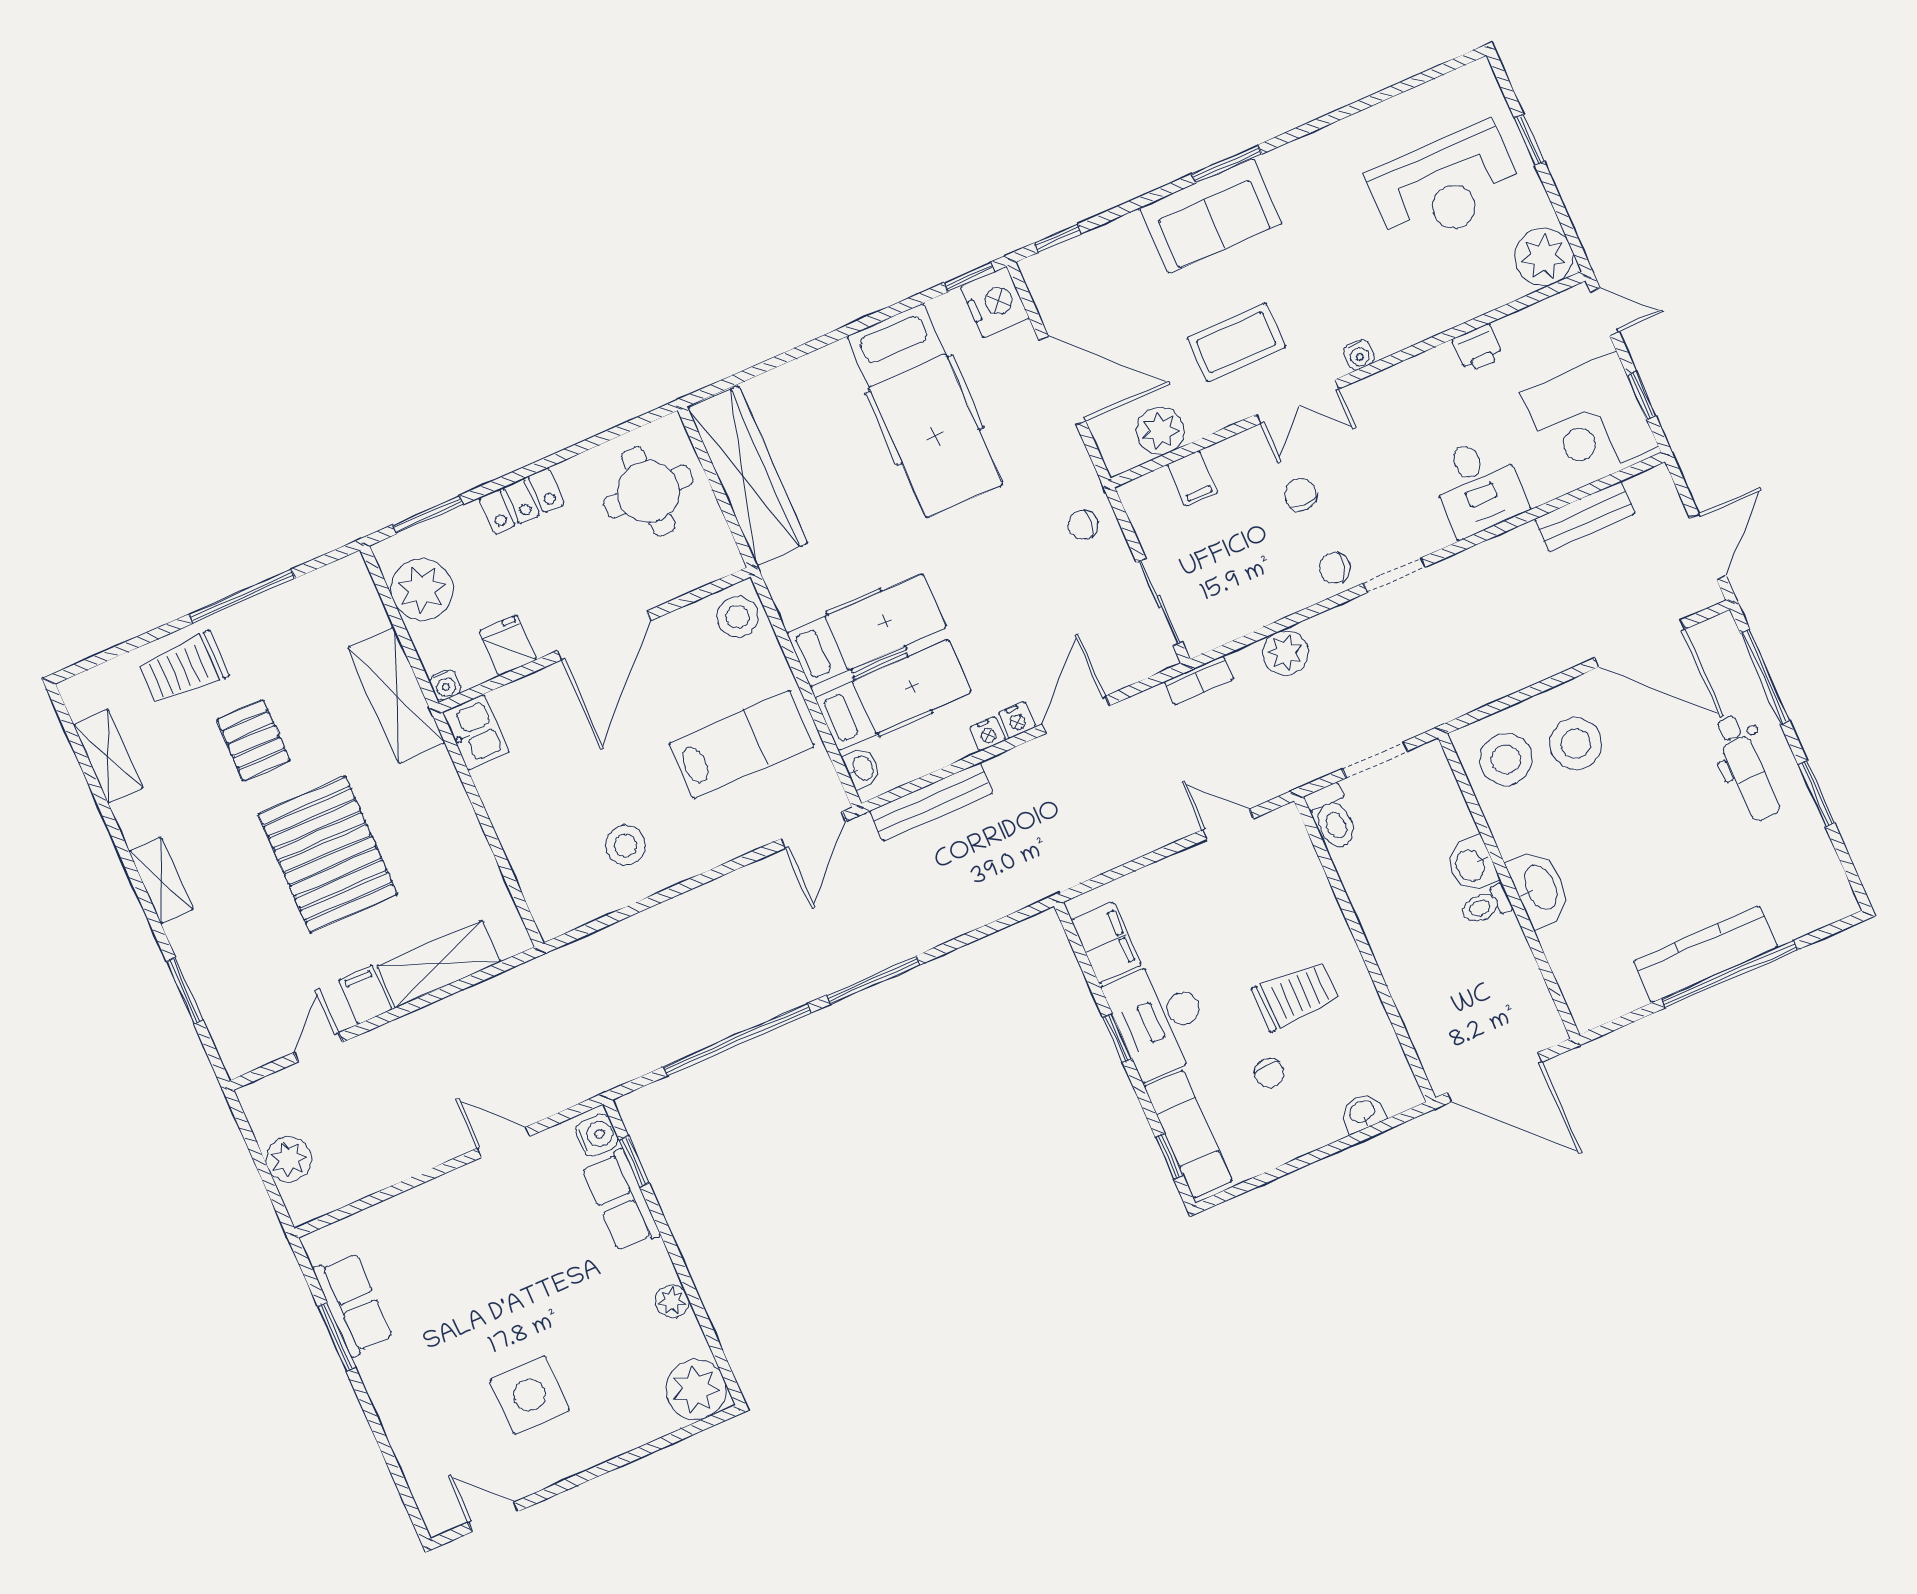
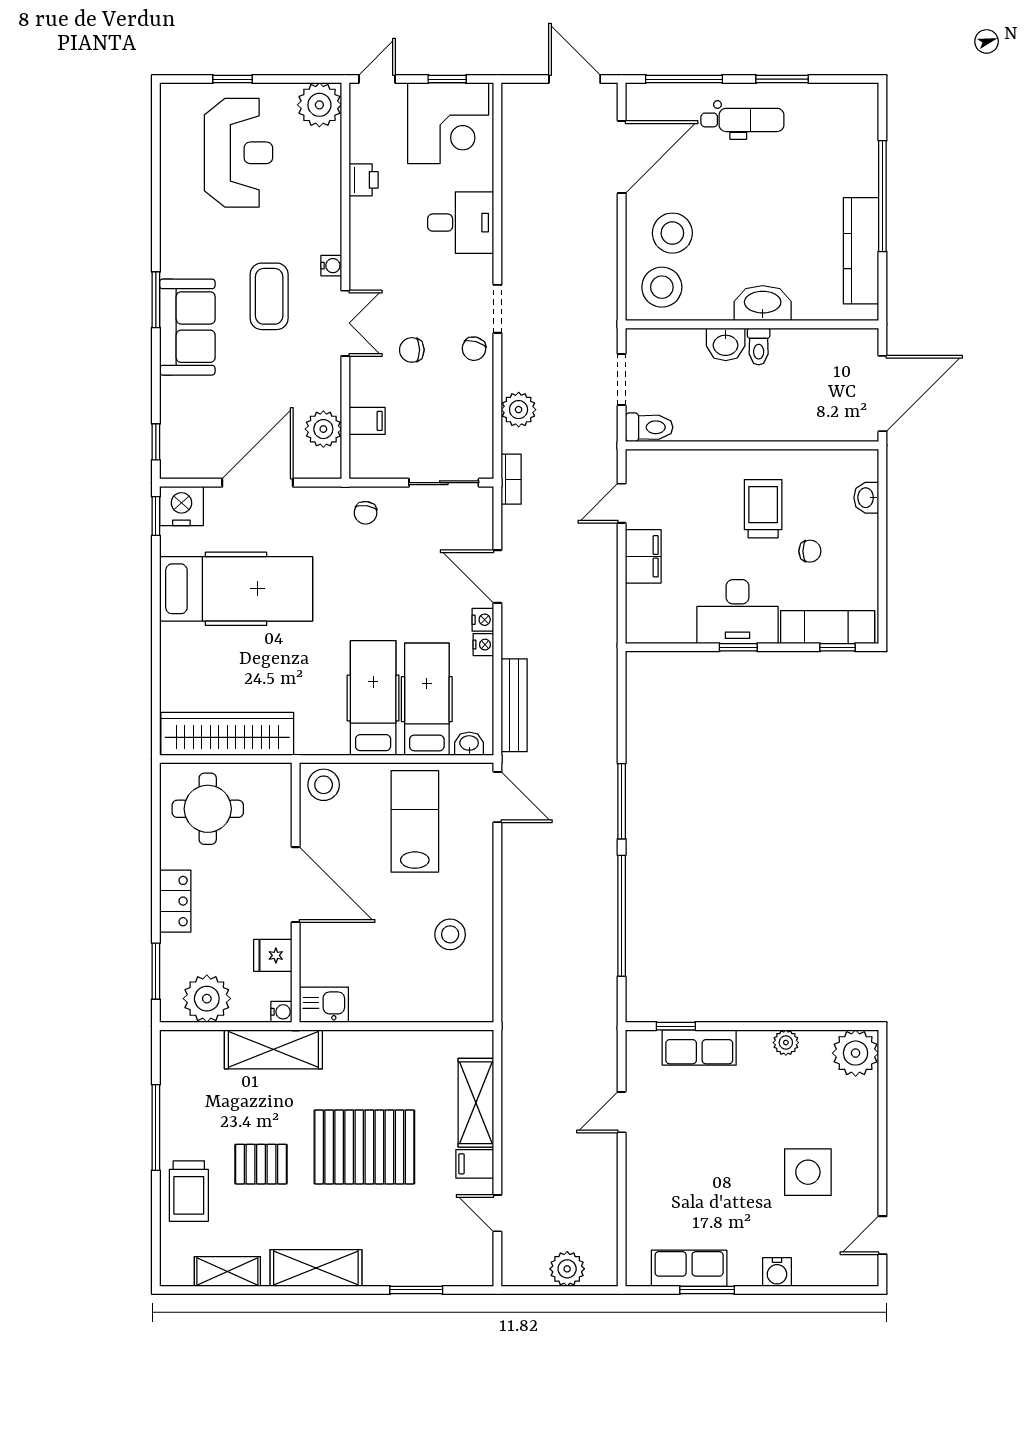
coffee table: (1236, 343) -> (269, 296), moved
bench: (1585, 516) -> (515, 156), removed
shelving: (161, 880) -> (316, 1268), width x1.50, depth x1.33
filing cabinet: (1106, 943) -> (643, 556), moved, turned 90
kitchen counter: (1705, 954) -> (861, 251), moved
water cooler: (597, 1135) -> (777, 1272), moved, turned 180

